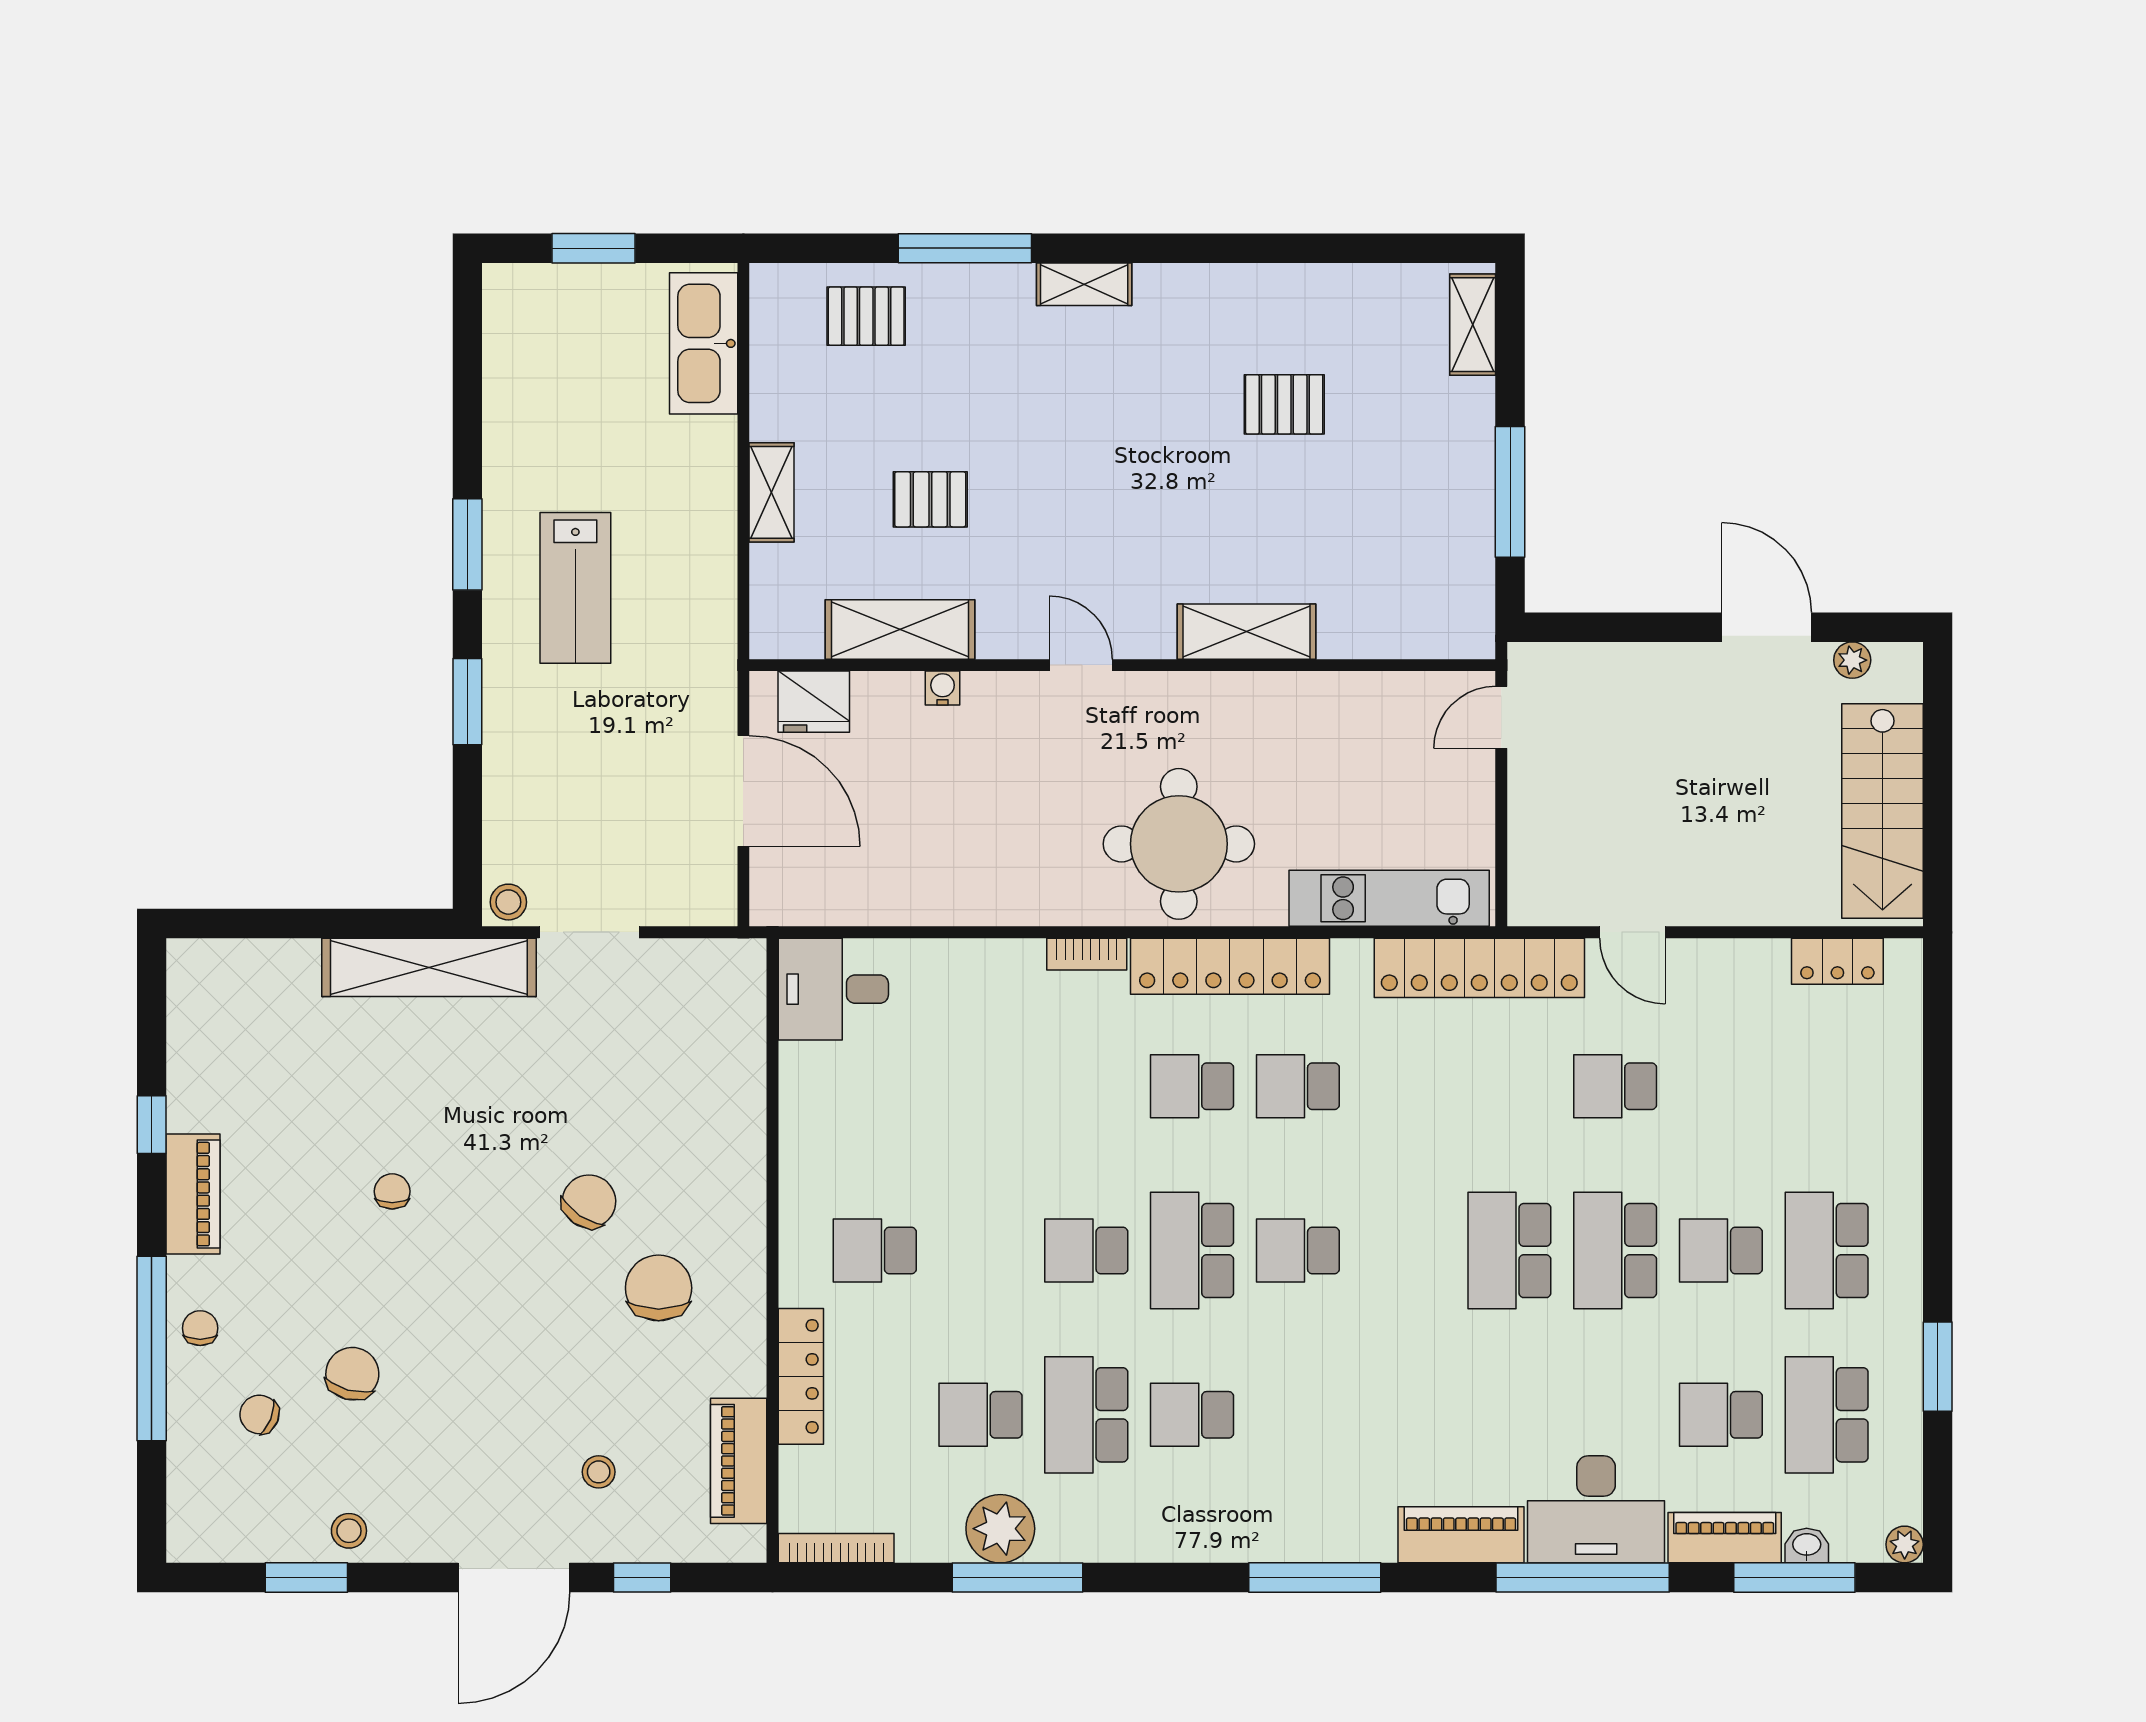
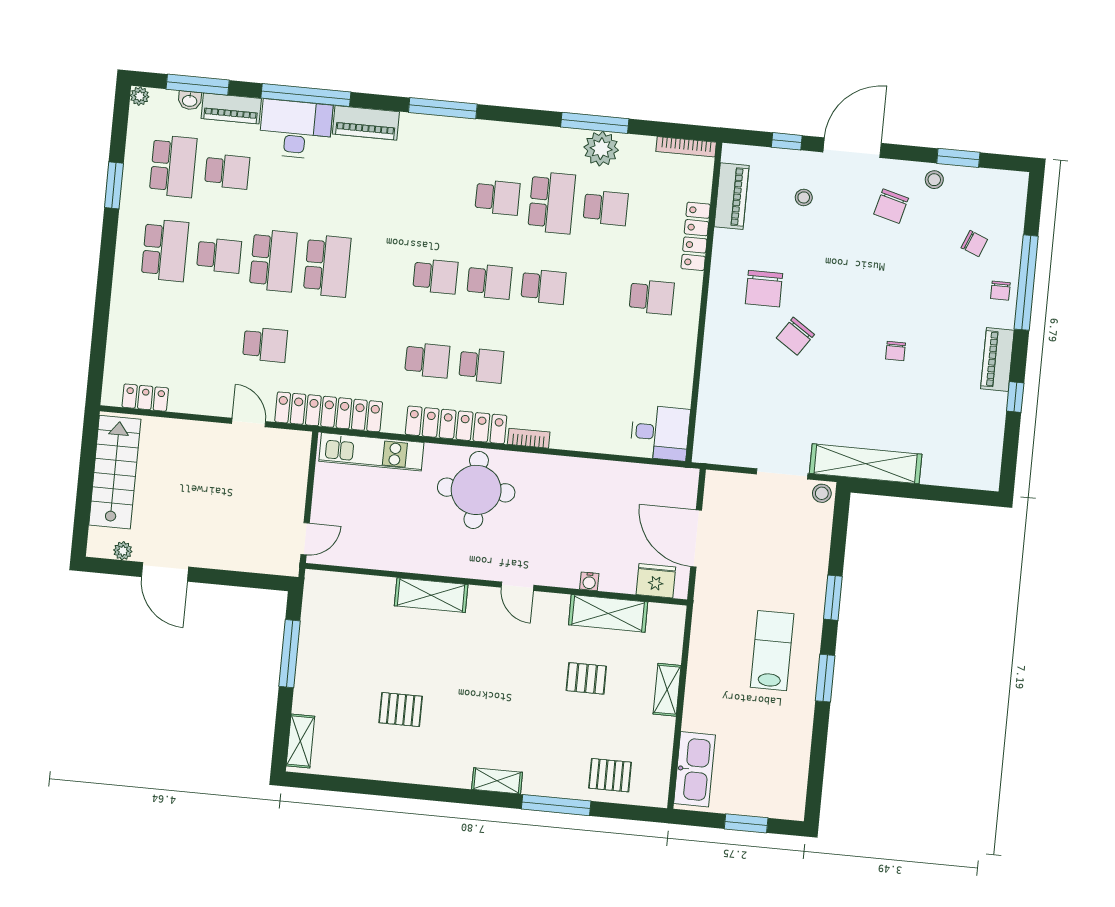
school desk: (1192, 1251) -> (489, 281), width x0.54
chair: (352, 1374) -> (891, 206), moved

